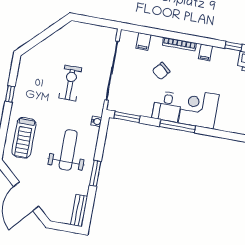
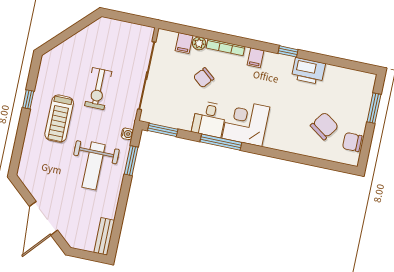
plant: (156, 41) -> (199, 43), added
exercise bike: (70, 83) -> (98, 89), turned 180
treadmill: (24, 138) -> (59, 119), moved
weight bench: (68, 150) -> (94, 166), turned 180
window: (95, 173) -> (131, 161), moved

